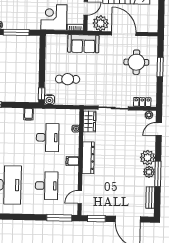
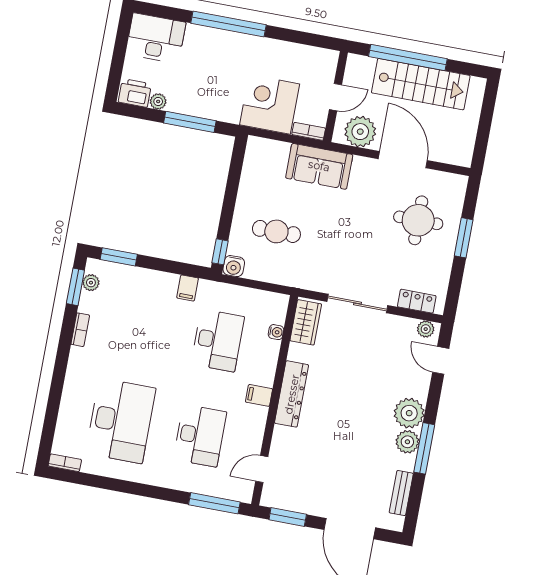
door: (159, 129) -> (441, 360), hinge flipped

